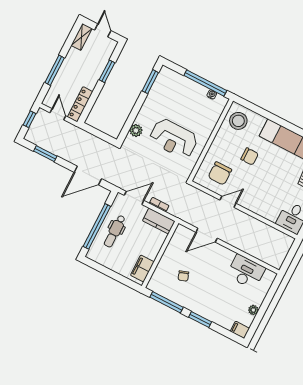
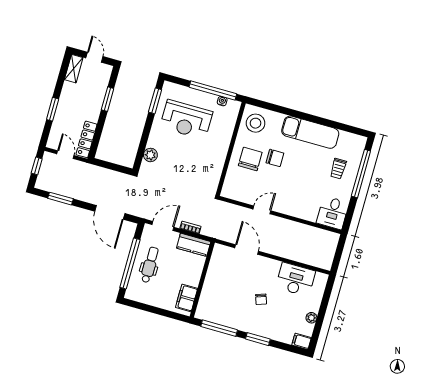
window: (55, 70) -> (53, 109), width x0.69
reception desk: (174, 139) -> (186, 120), moved
chair: (220, 173) -> (250, 159), moved, turned 180
door: (88, 176) -> (110, 212), hinge flipped
dental chair: (115, 231) -> (150, 265), turned 180
door: (207, 235) -> (247, 249), swing flipped
chair: (183, 276) -> (261, 299), moved

